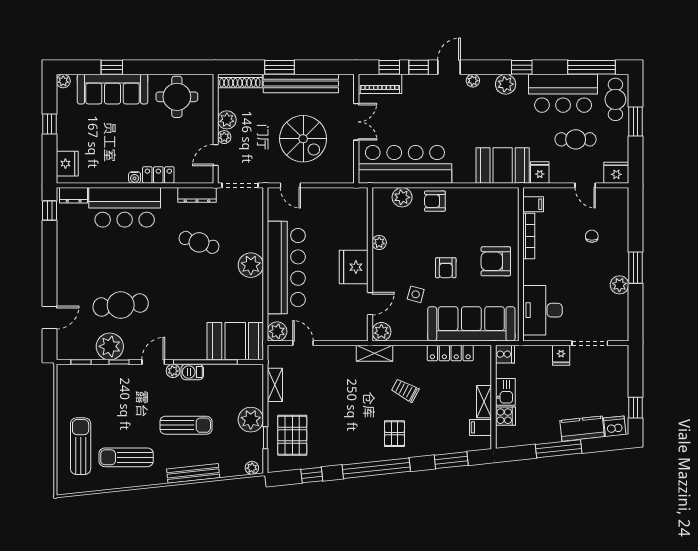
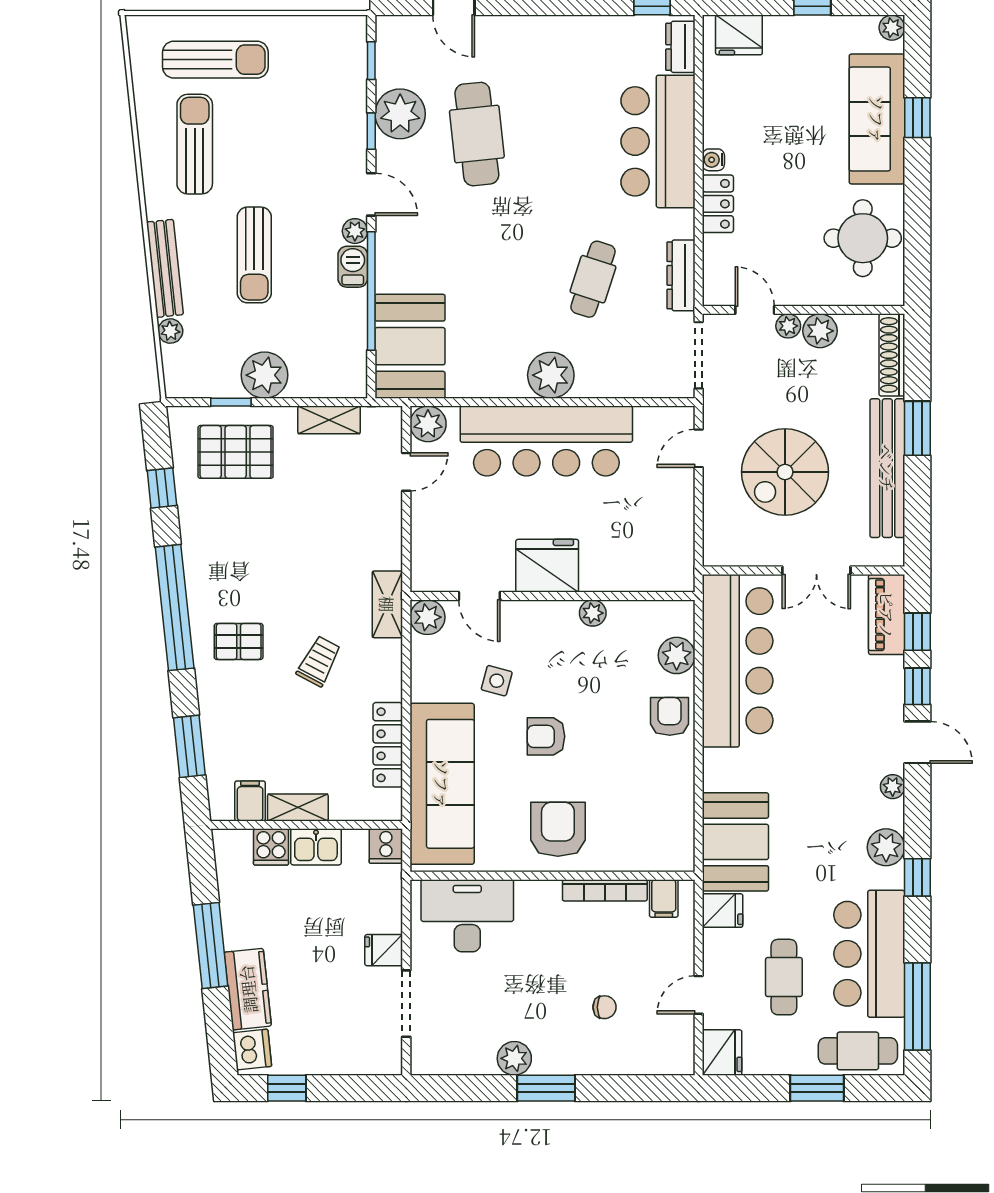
plant: (252, 468) -> (170, 331), moved

